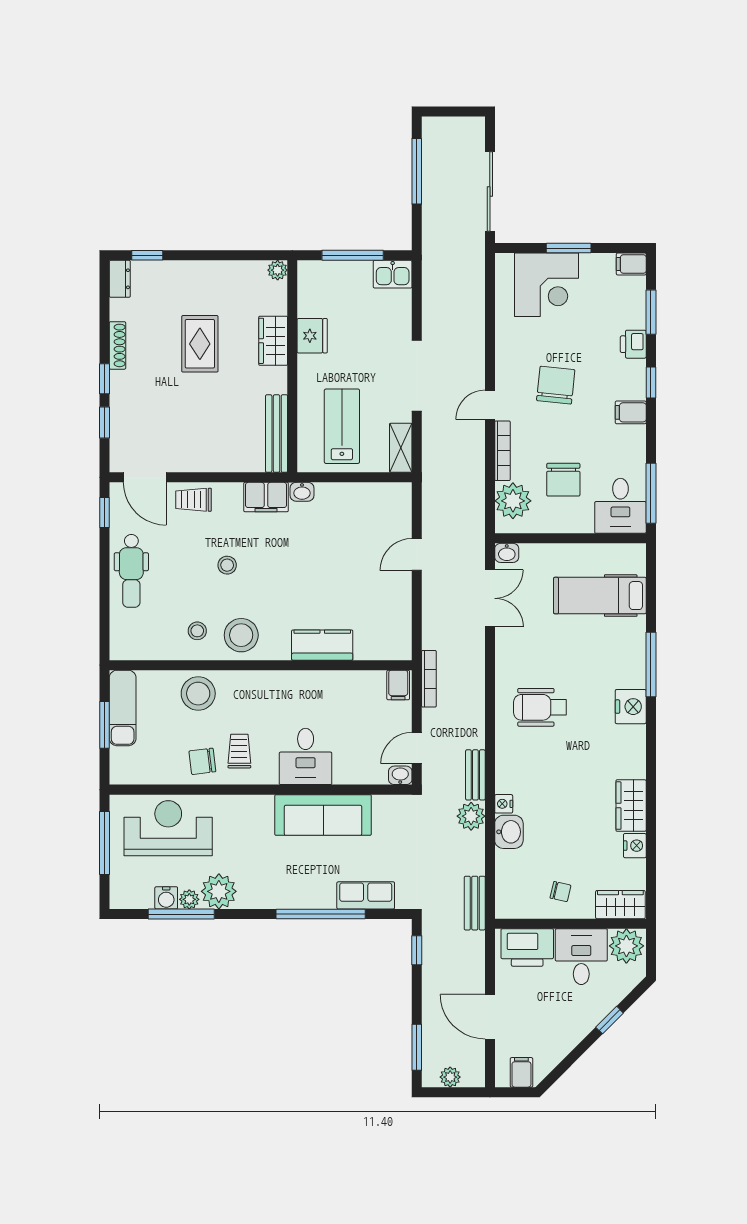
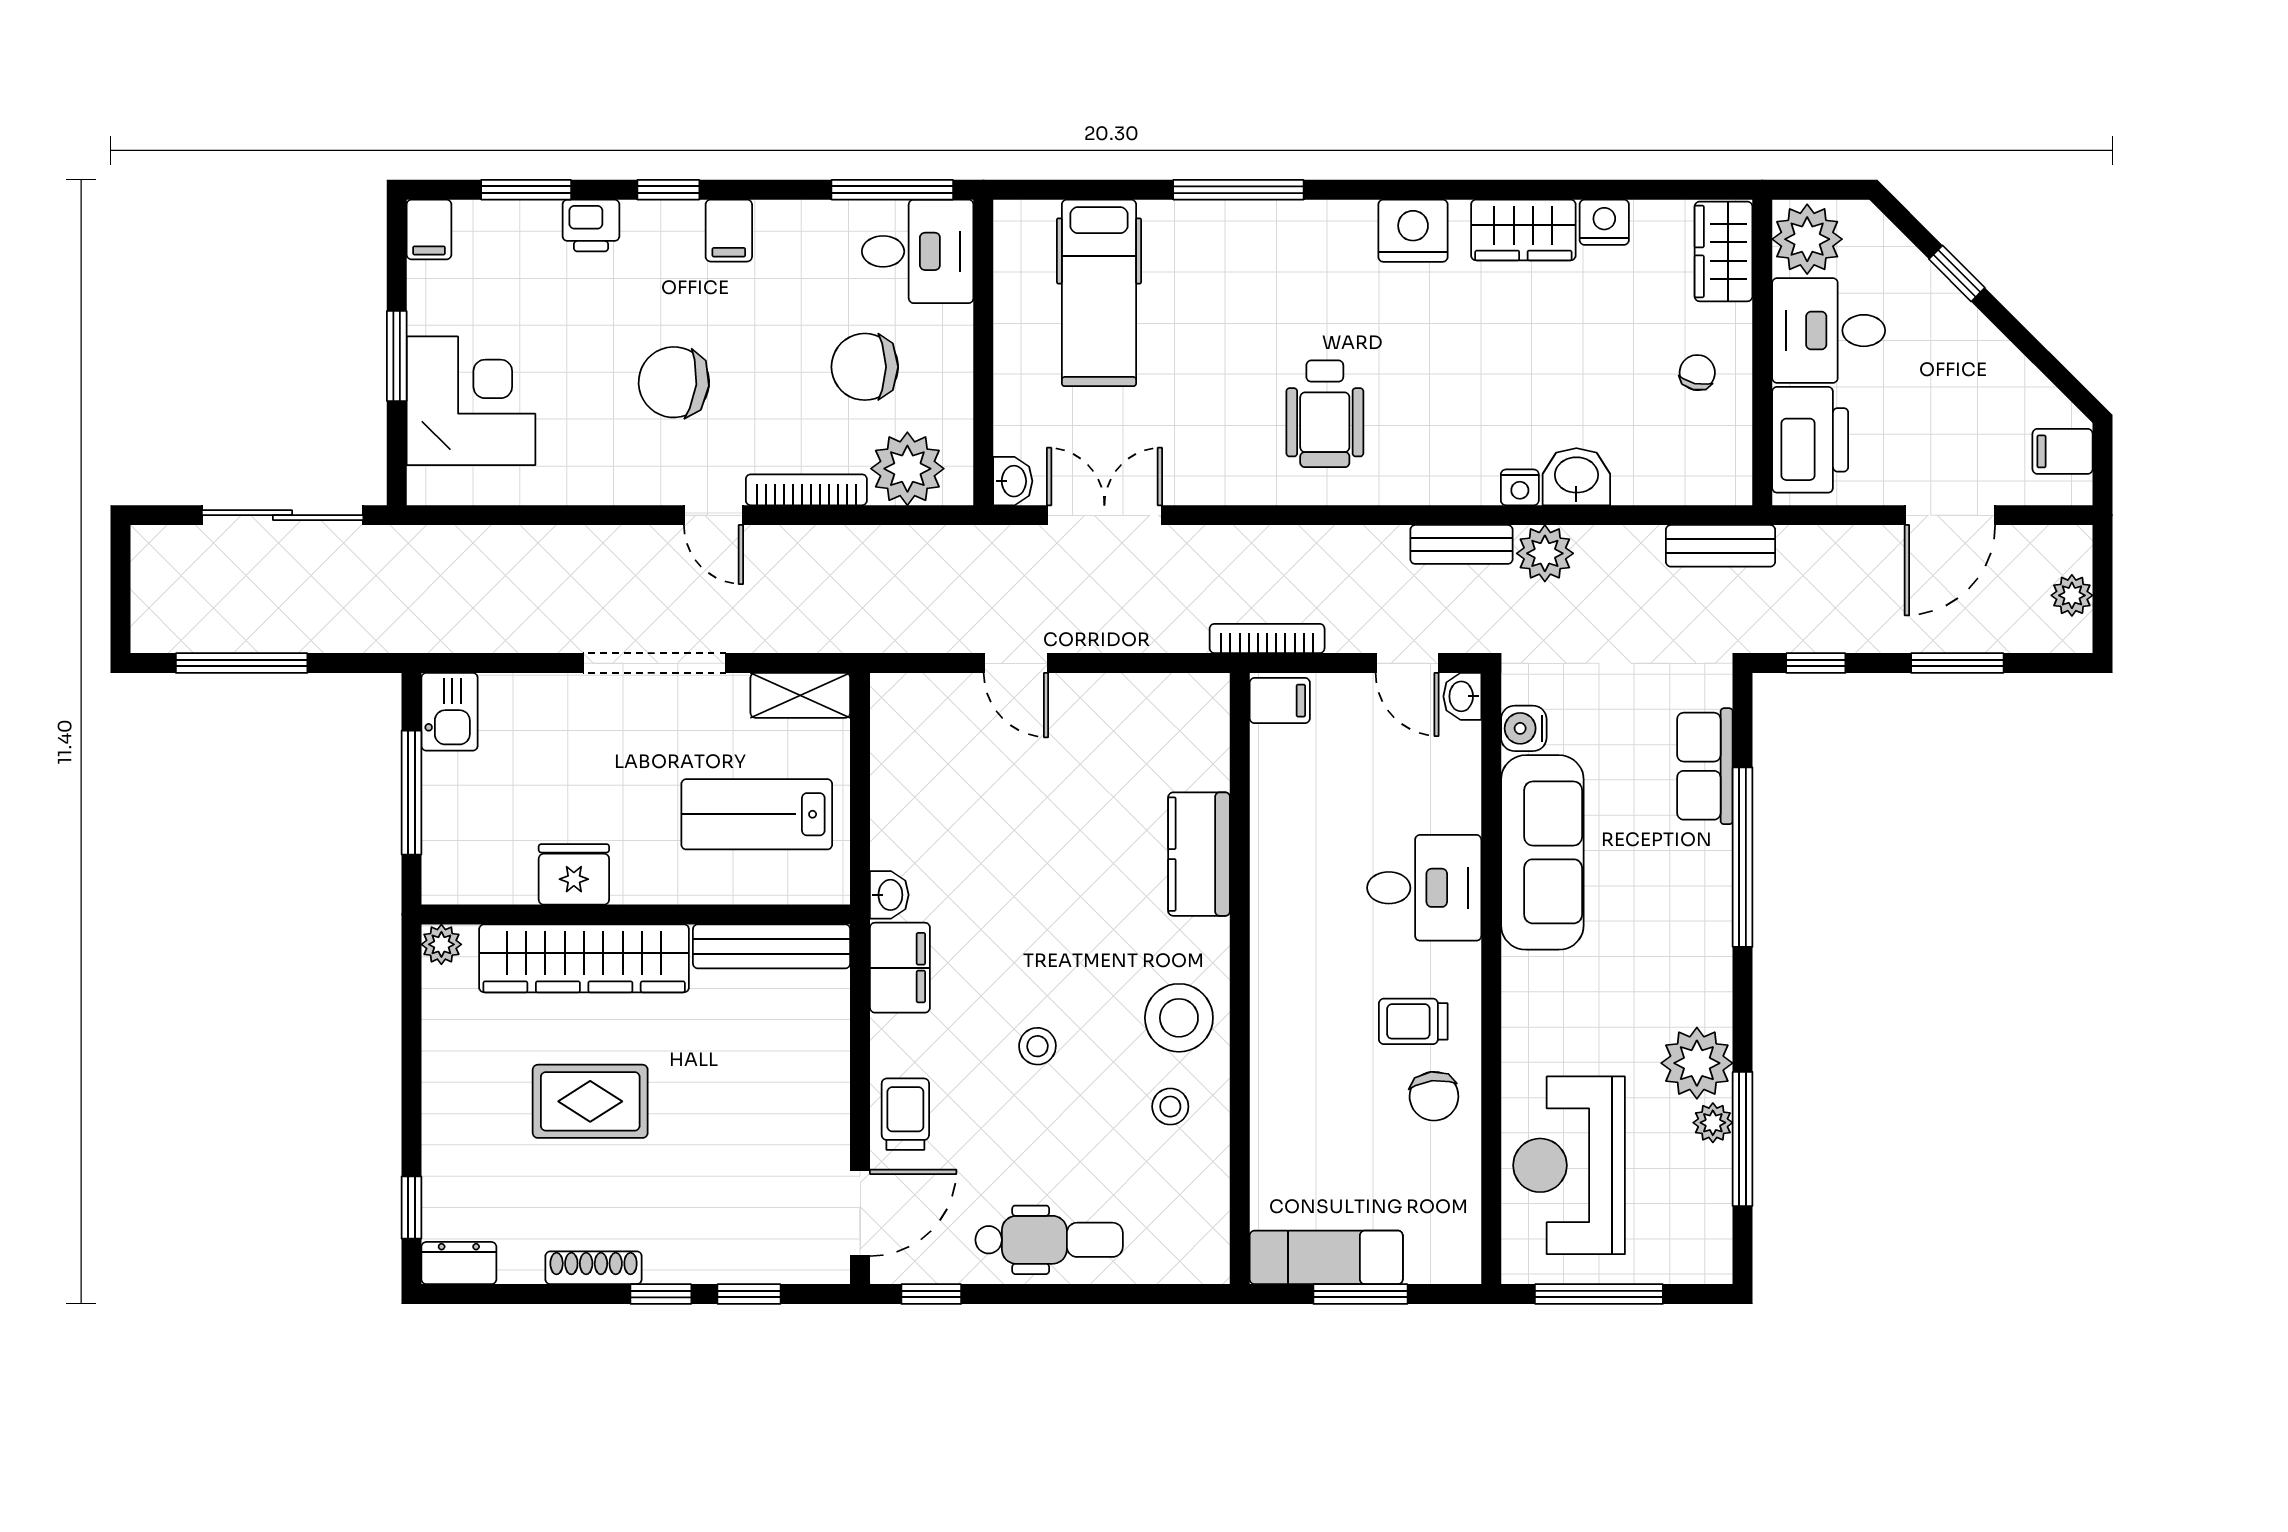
wardrobe: (273, 341) -> (584, 958), width x2.10, depth x1.17
chair: (563, 480) -> (865, 367), turned 180
trolley: (193, 500) -> (905, 1114), turned 180
stool: (198, 694) -> (1297, 1105), removed
nightstand: (631, 707) -> (1413, 231), moved
water cooler: (166, 898) -> (1524, 728), moved, turned 180
window: (417, 1047) -> (1957, 663), moved

